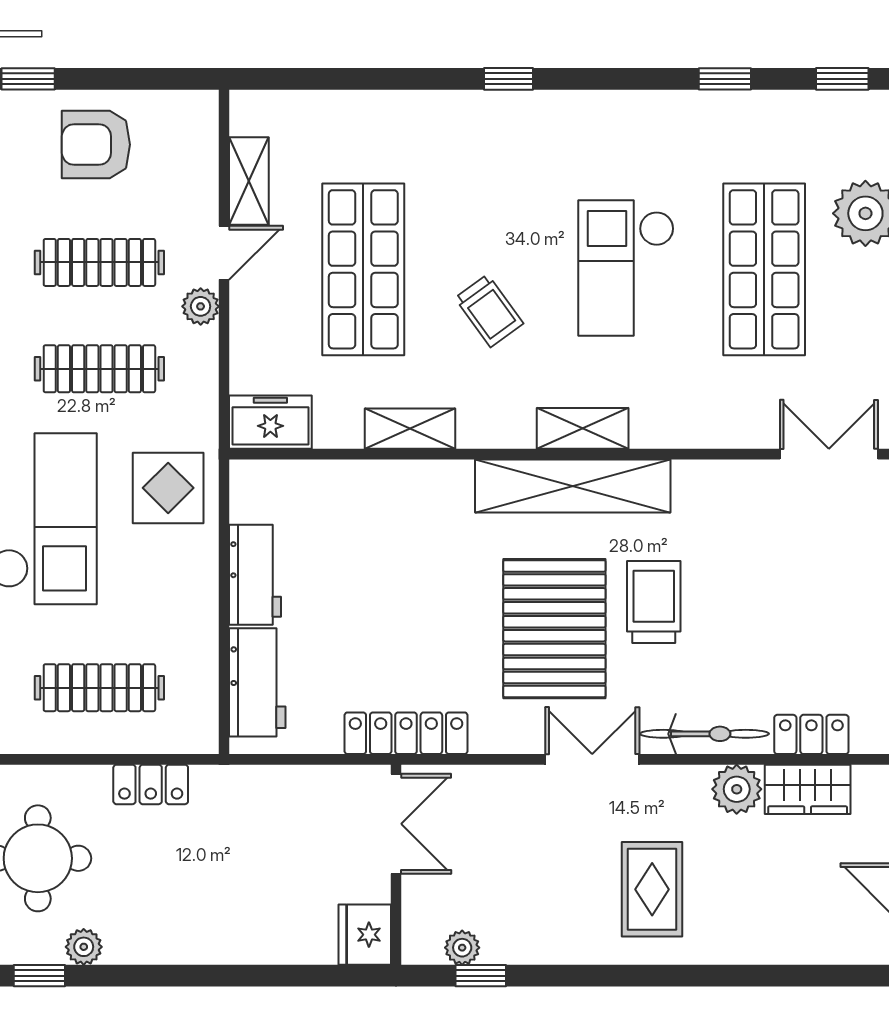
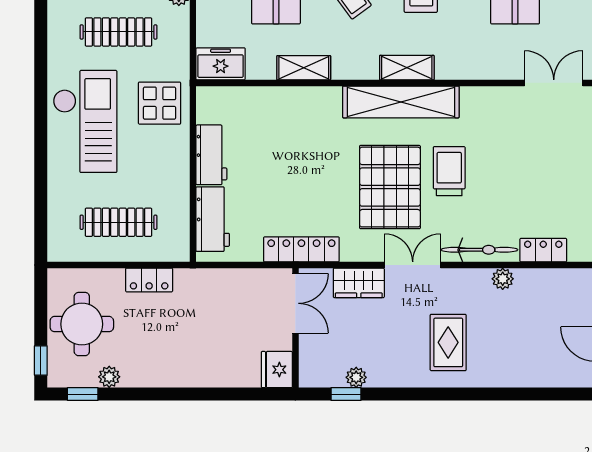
plant: (737, 789) -> (503, 279), width x0.73, depth x0.73
wardrobe: (808, 789) -> (359, 283), moved
plant: (462, 948) -> (356, 377), moved

